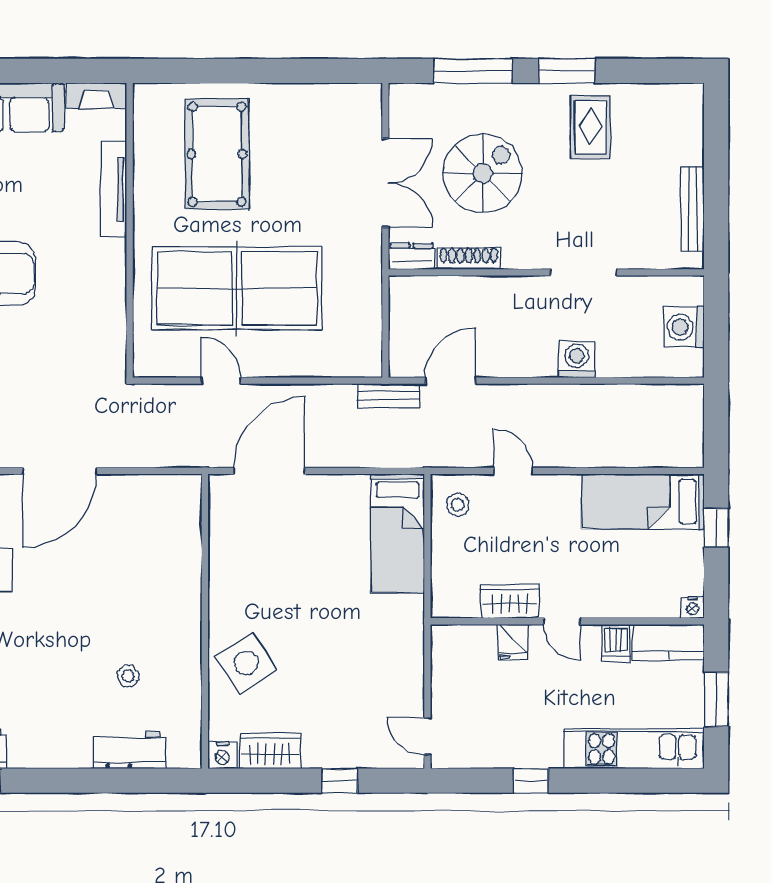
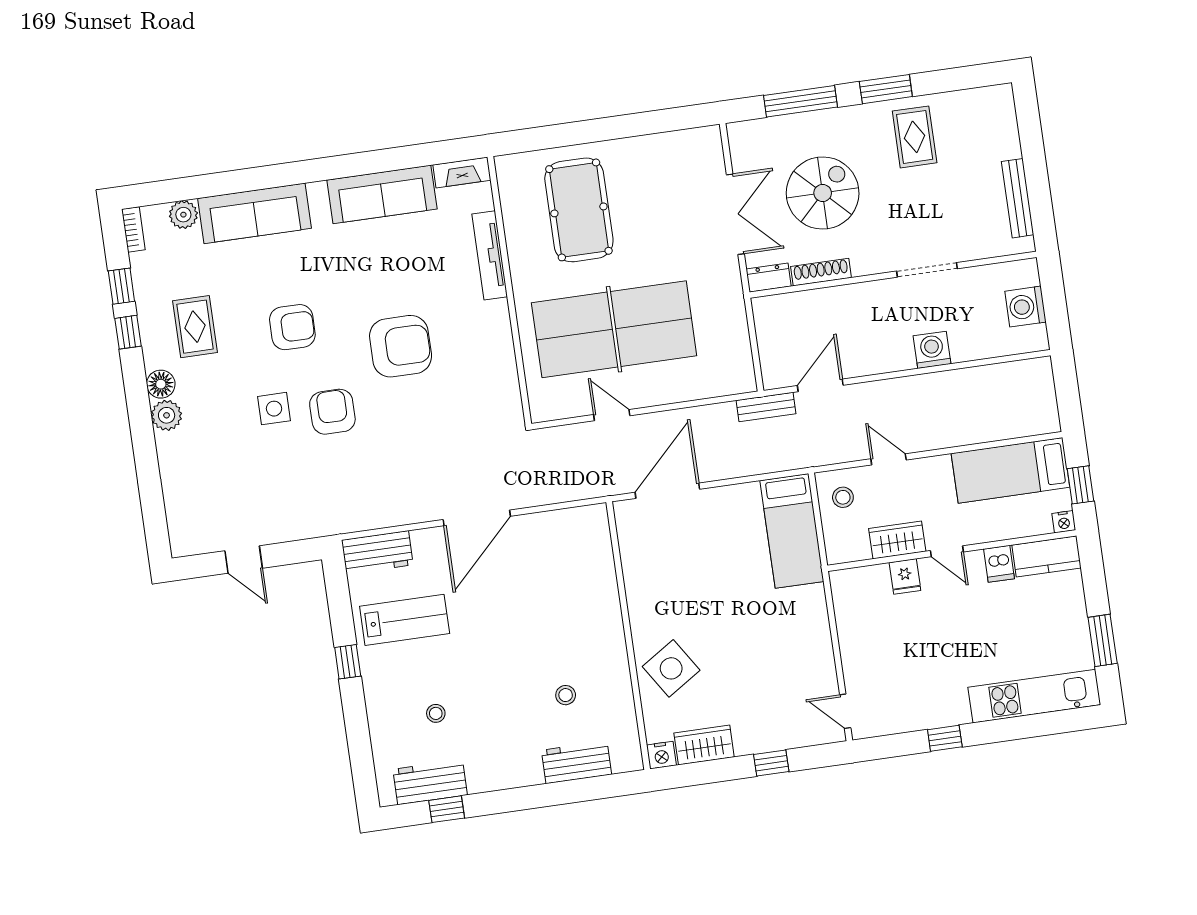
wardrobe: (510, 601) -> (897, 540), moved
nightstand: (693, 607) -> (1064, 522), moved
door: (562, 621) -> (947, 551), moved
wall: (567, 621) -> (952, 551), moved
fridge: (513, 642) -> (905, 576), moved
kitchen counter: (668, 642) -> (1046, 556), moved
dishwasher: (616, 643) -> (999, 564), moved

